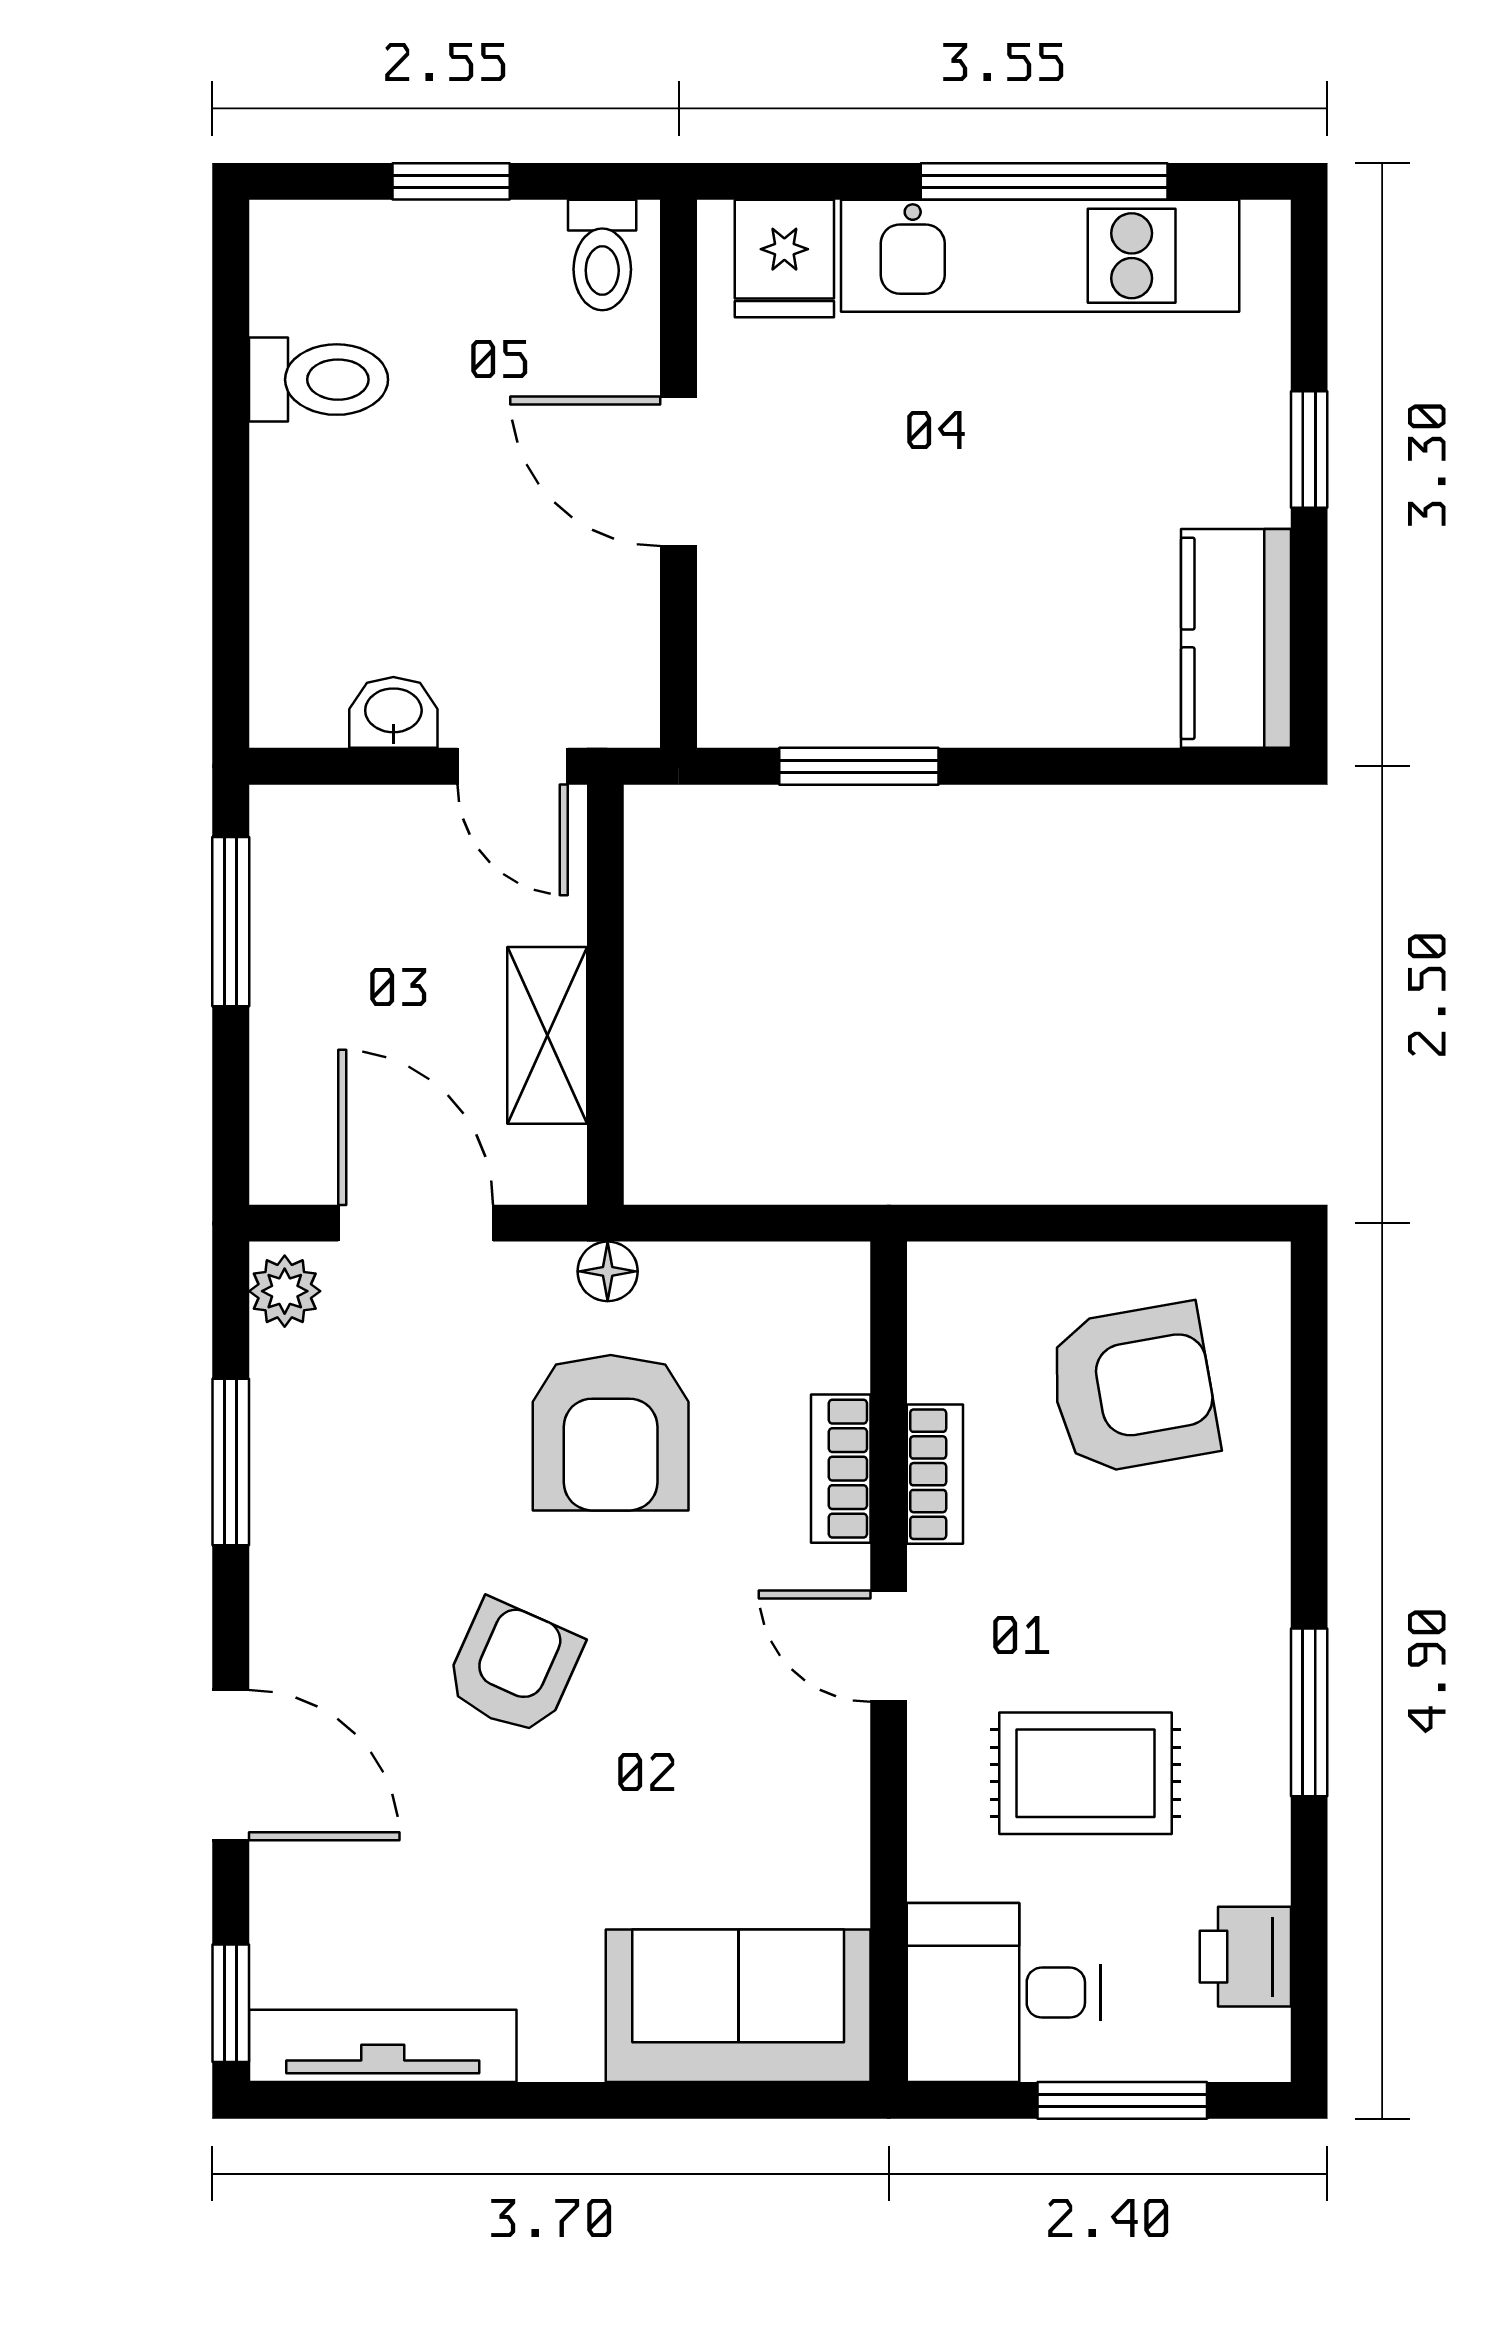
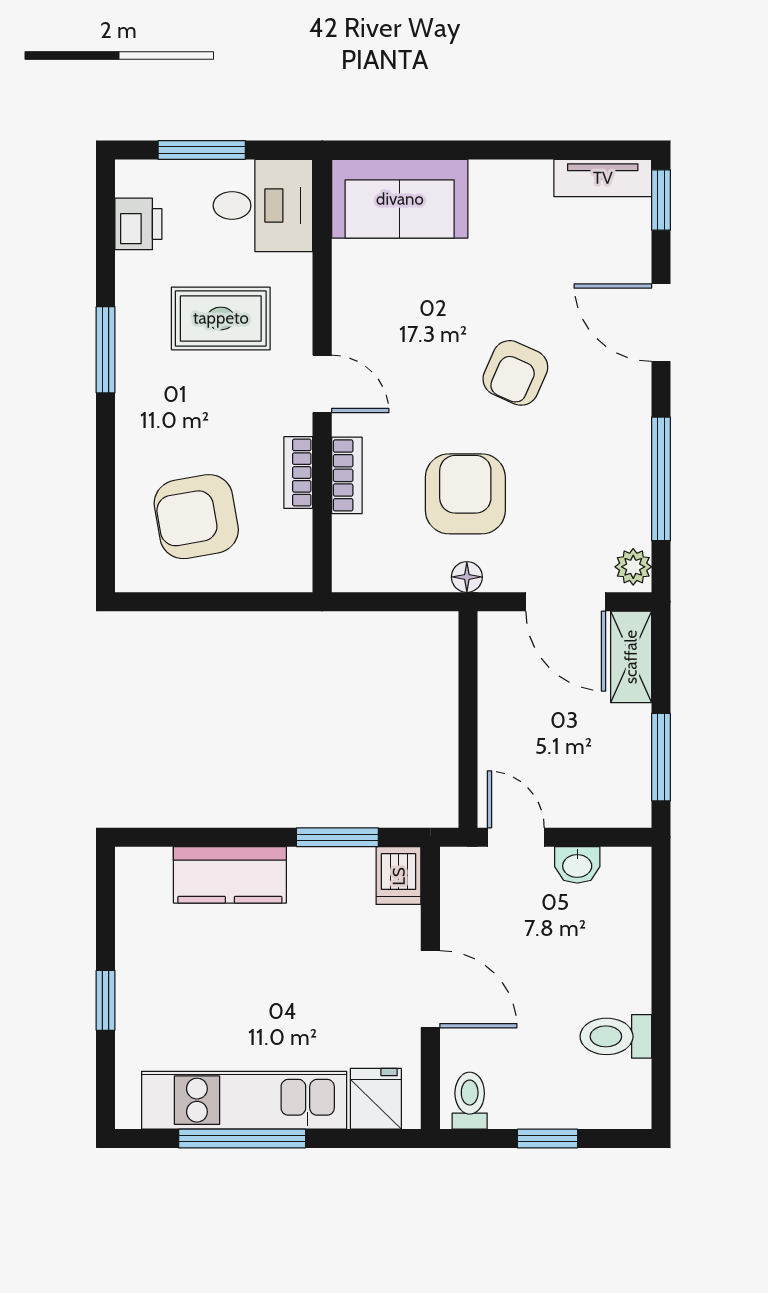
kitchen counter: (1236, 638) -> (230, 875), moved, turned 90
dishwasher: (740, 692) -> (399, 876), added
shelving: (547, 1035) -> (631, 657), moved
window: (231, 1462) -> (661, 479), width x1.44
tv unit: (383, 2046) -> (603, 178), width x0.71

